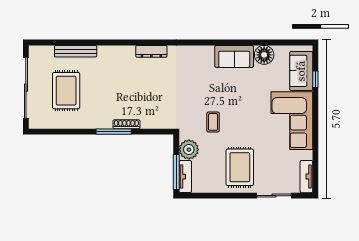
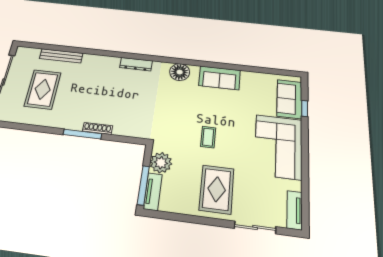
floor lamp: (264, 55) -> (180, 72), moved
coffee table: (213, 122) -> (208, 137), moved

